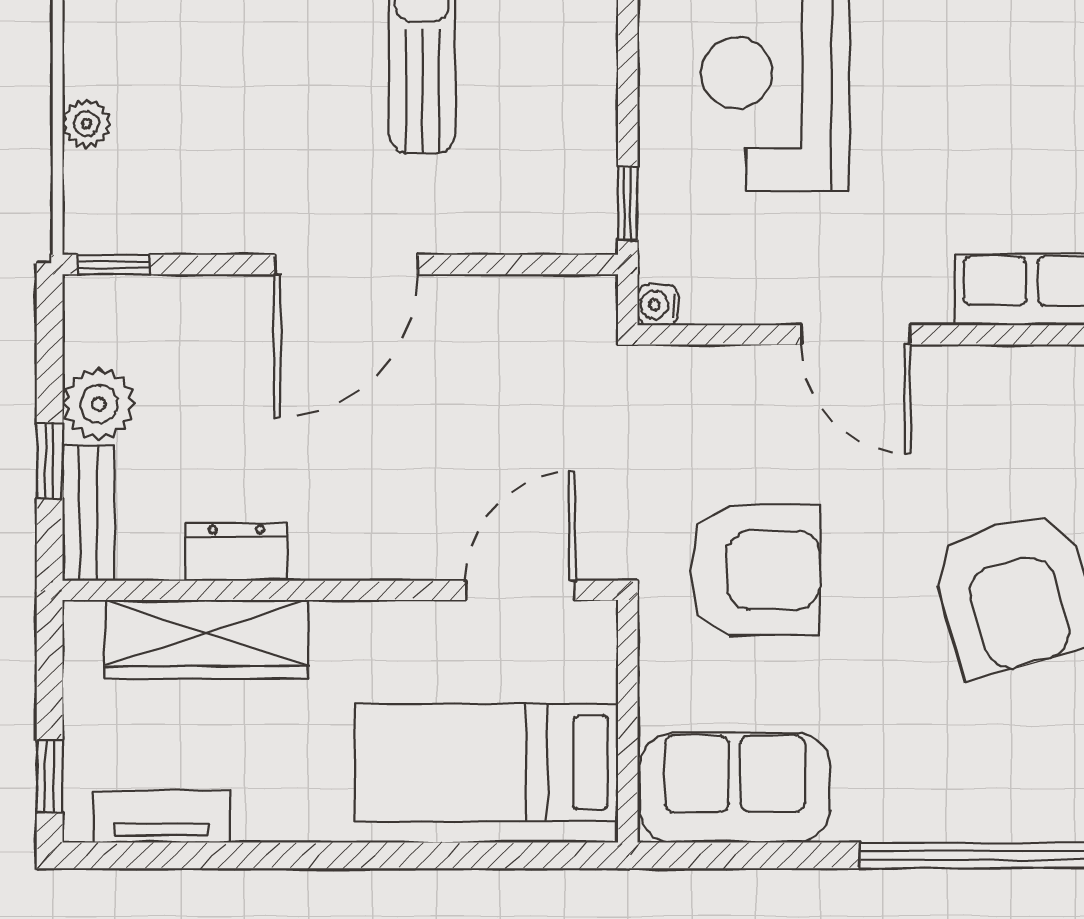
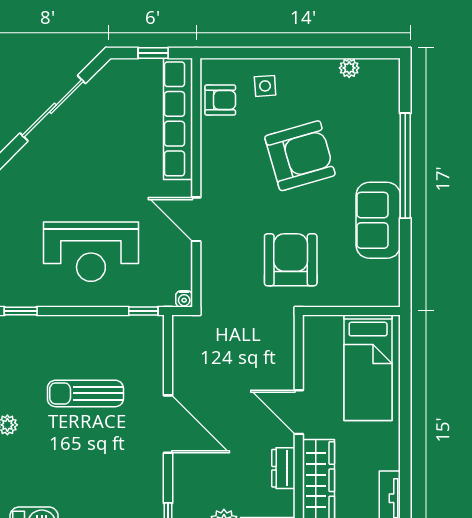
door: (856, 335) -> (196, 219), swing flipped
door: (520, 590) -> (299, 412), moved
sofa: (735, 788) -> (378, 220), moved

